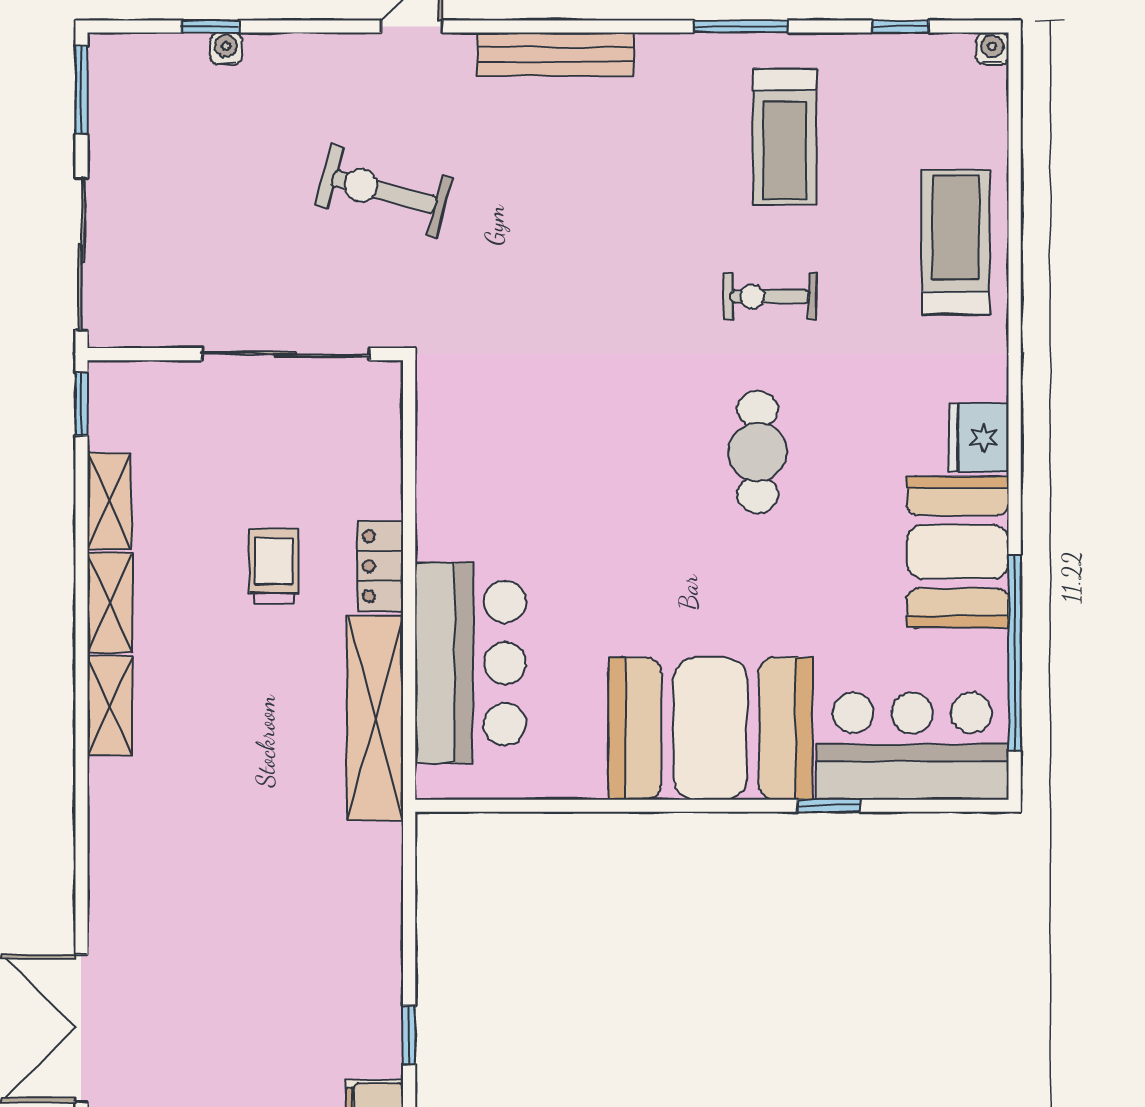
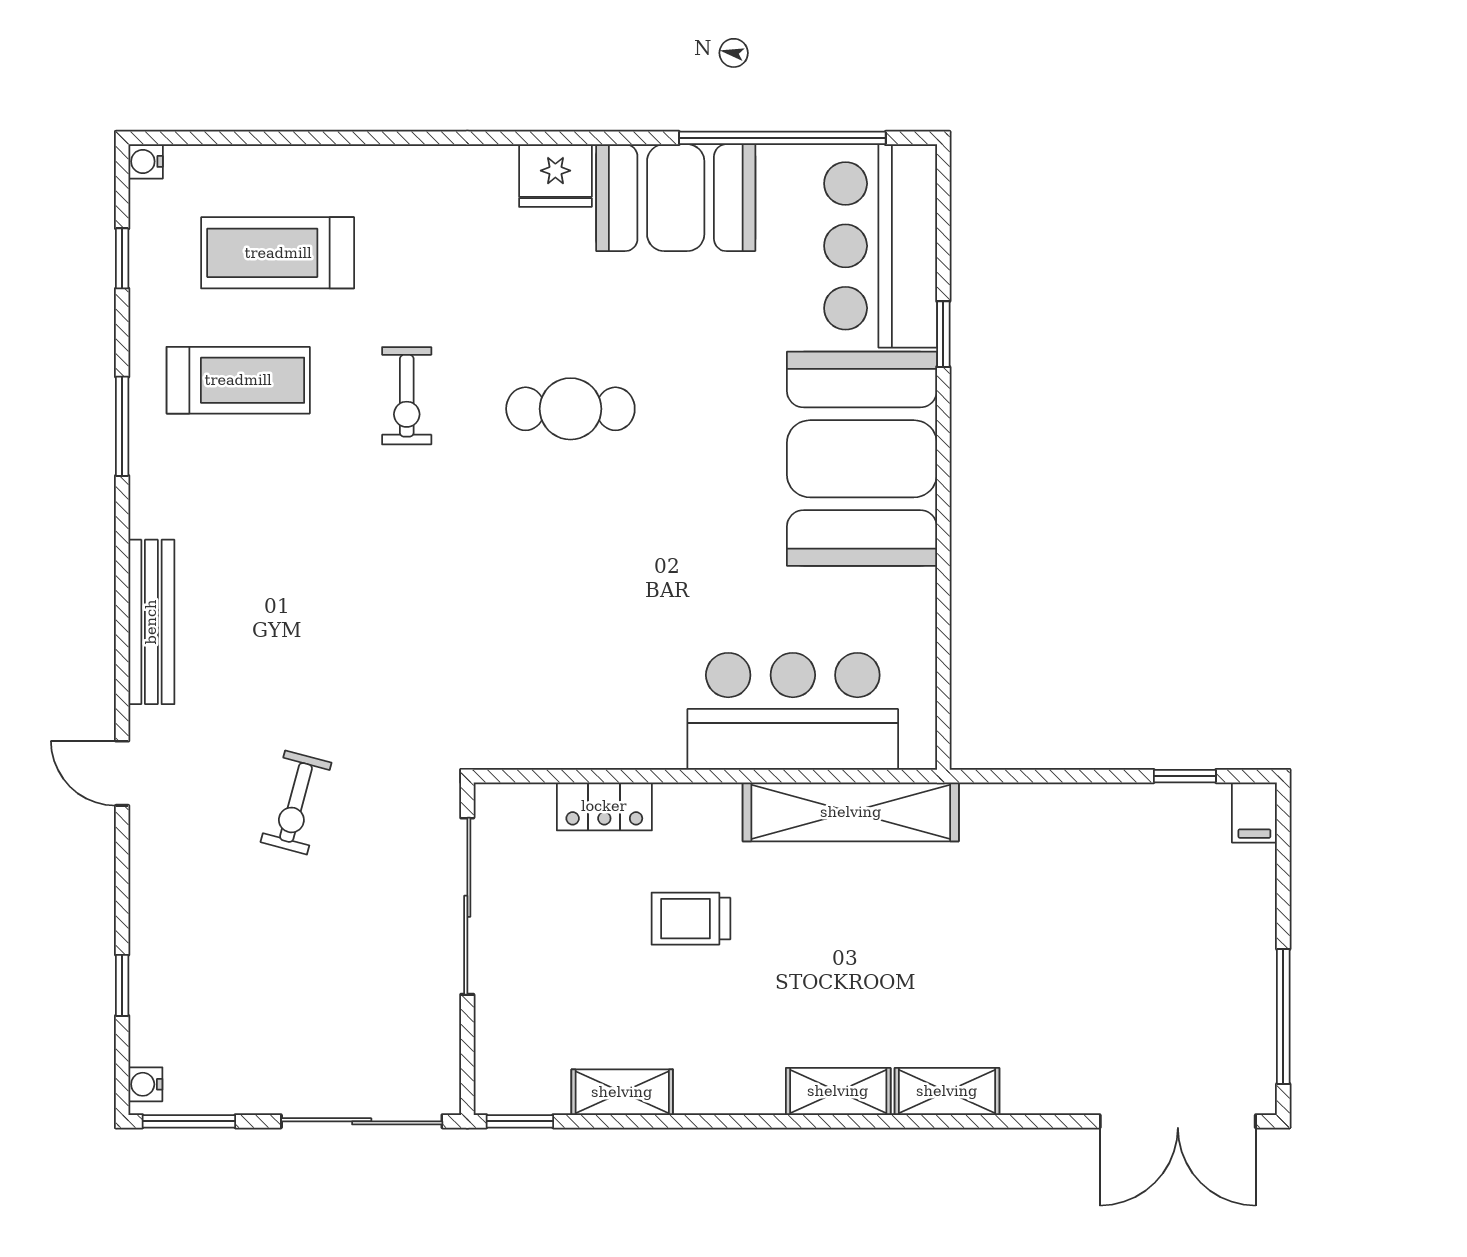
water cooler: (226, 49) -> (145, 1084), moved
exercise bike: (384, 192) -> (296, 802), width x0.73, depth x0.72
treadmill: (956, 242) -> (278, 253), moved
locker: (380, 566) -> (604, 806), moved
shelving: (110, 603) -> (947, 1091), moved

